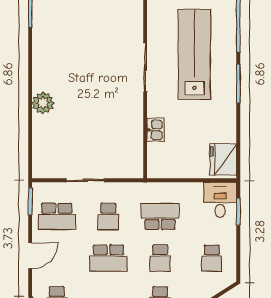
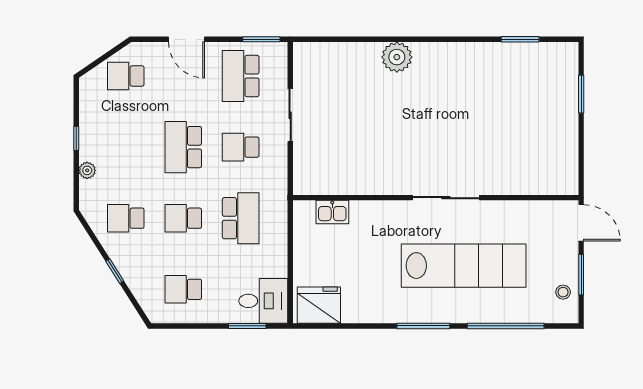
kitchen sink: (156, 130) -> (332, 212), moved

